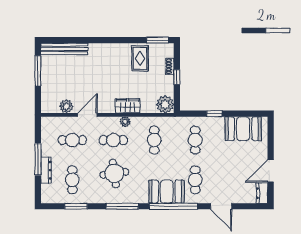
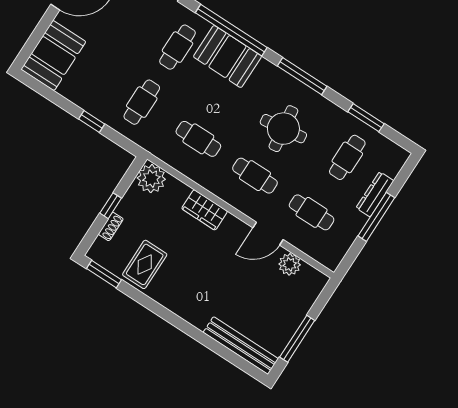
plant: (125, 122) -> (222, 190), removed
booth: (243, 129) -> (53, 55), moved, turned 90
cafe table: (154, 140) -> (198, 139), turned 90

